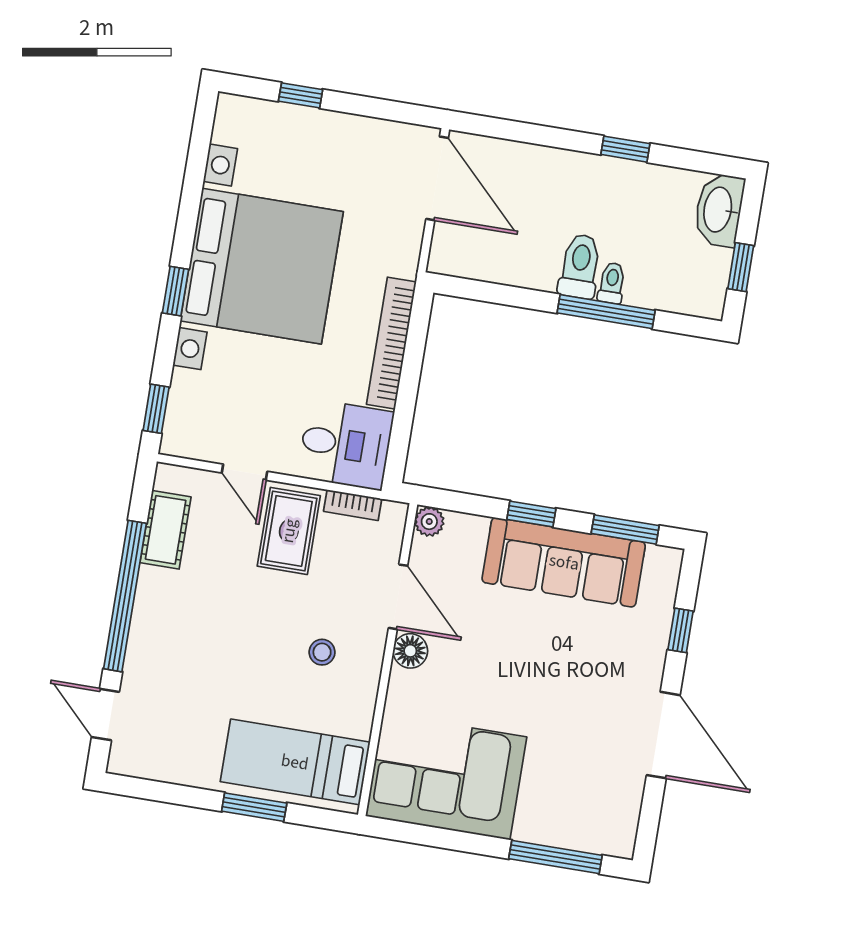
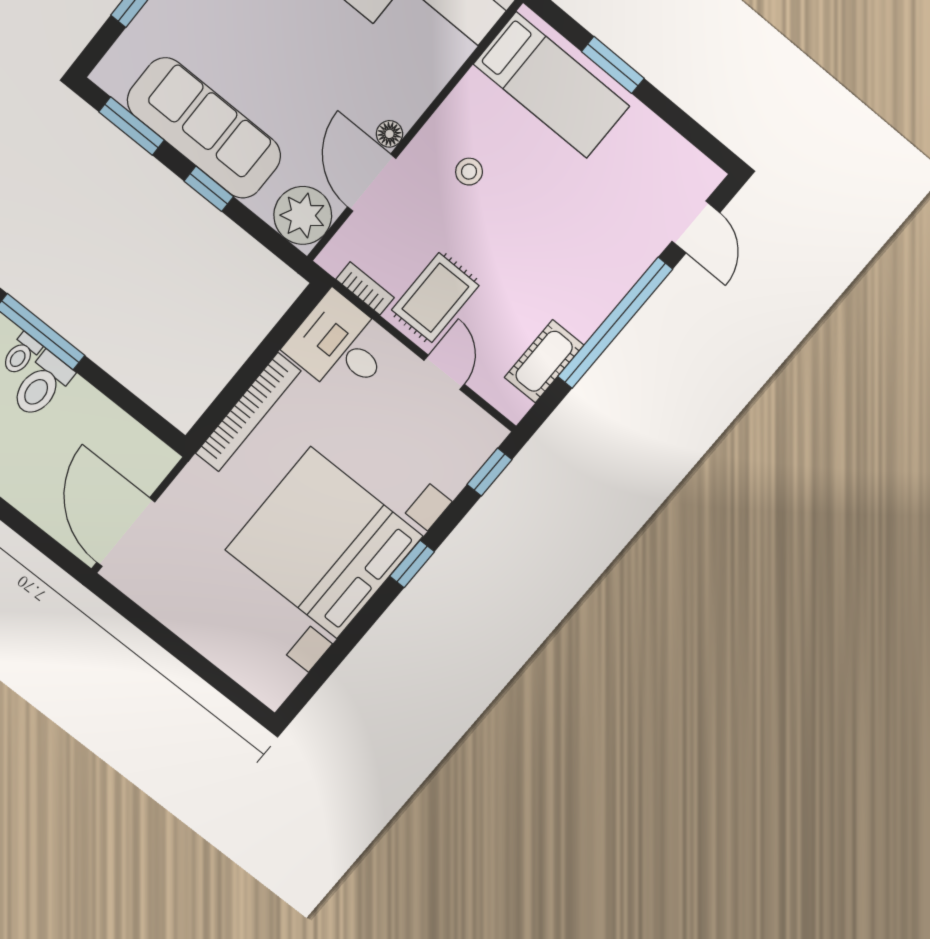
window: (301, 95) -> (205, 669), removed
plant: (429, 522) -> (303, 215), width x1.87, depth x1.87
floor lamp: (410, 651) -> (389, 134), width x0.73, depth x0.73

